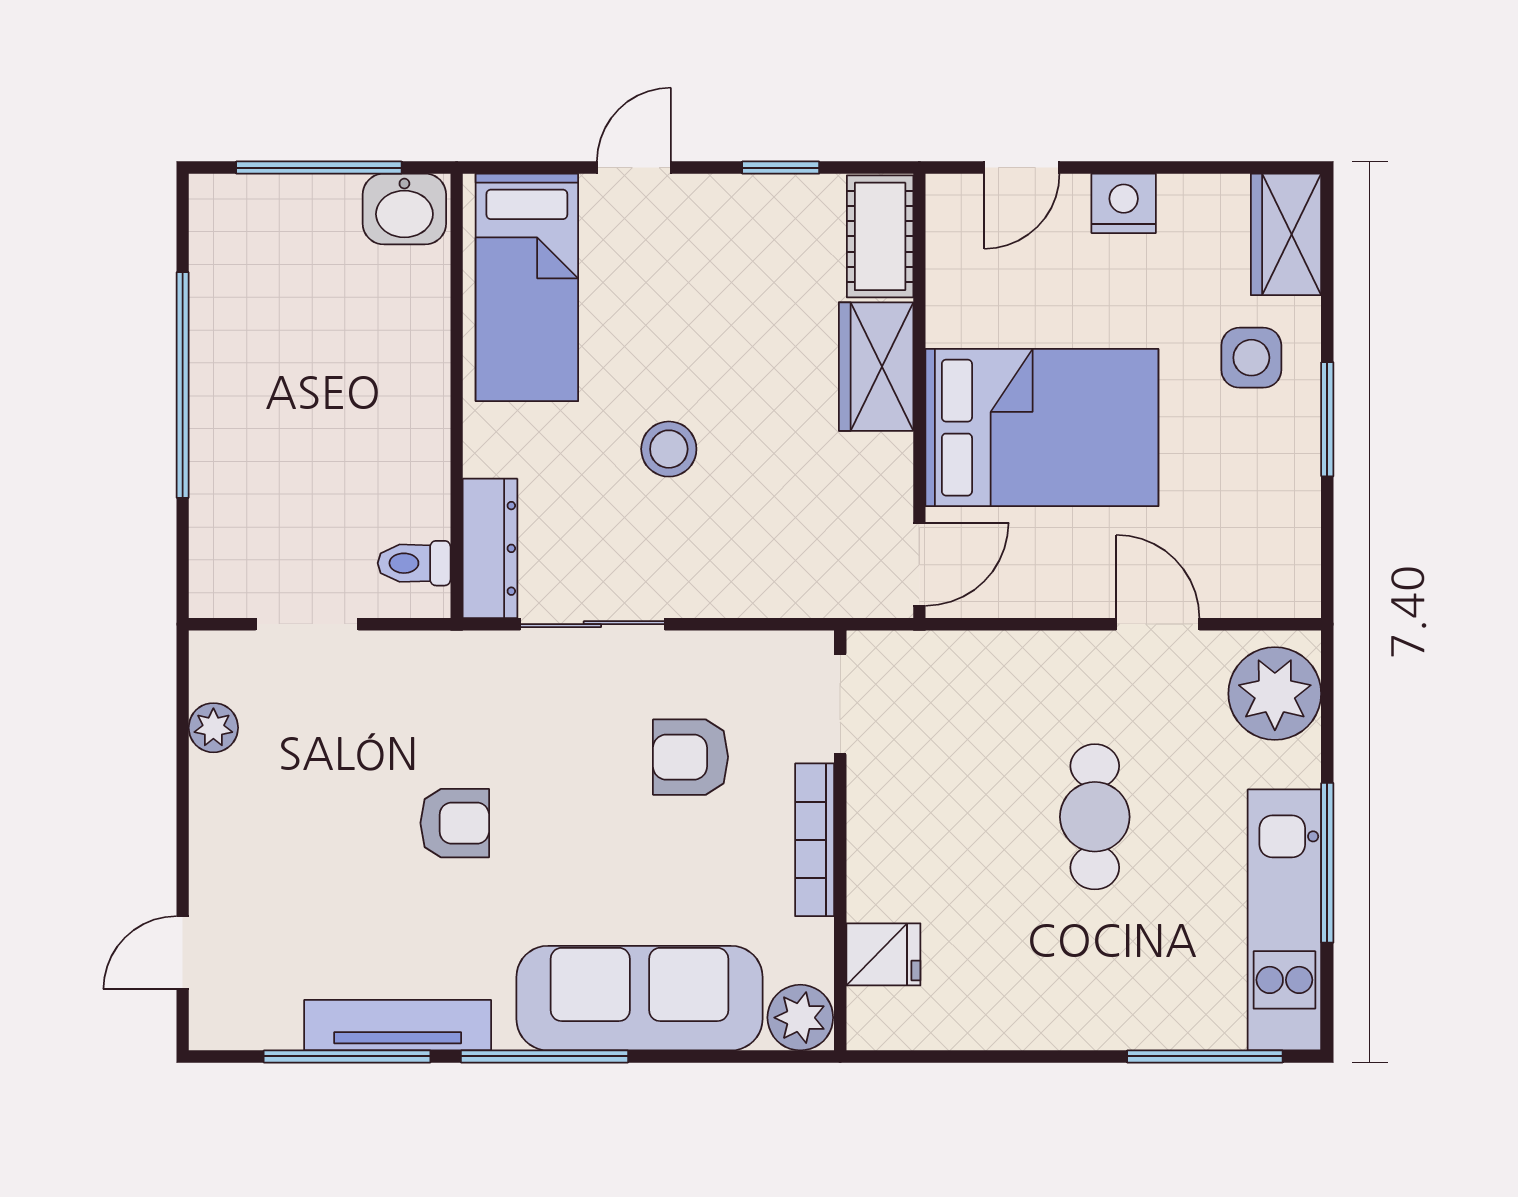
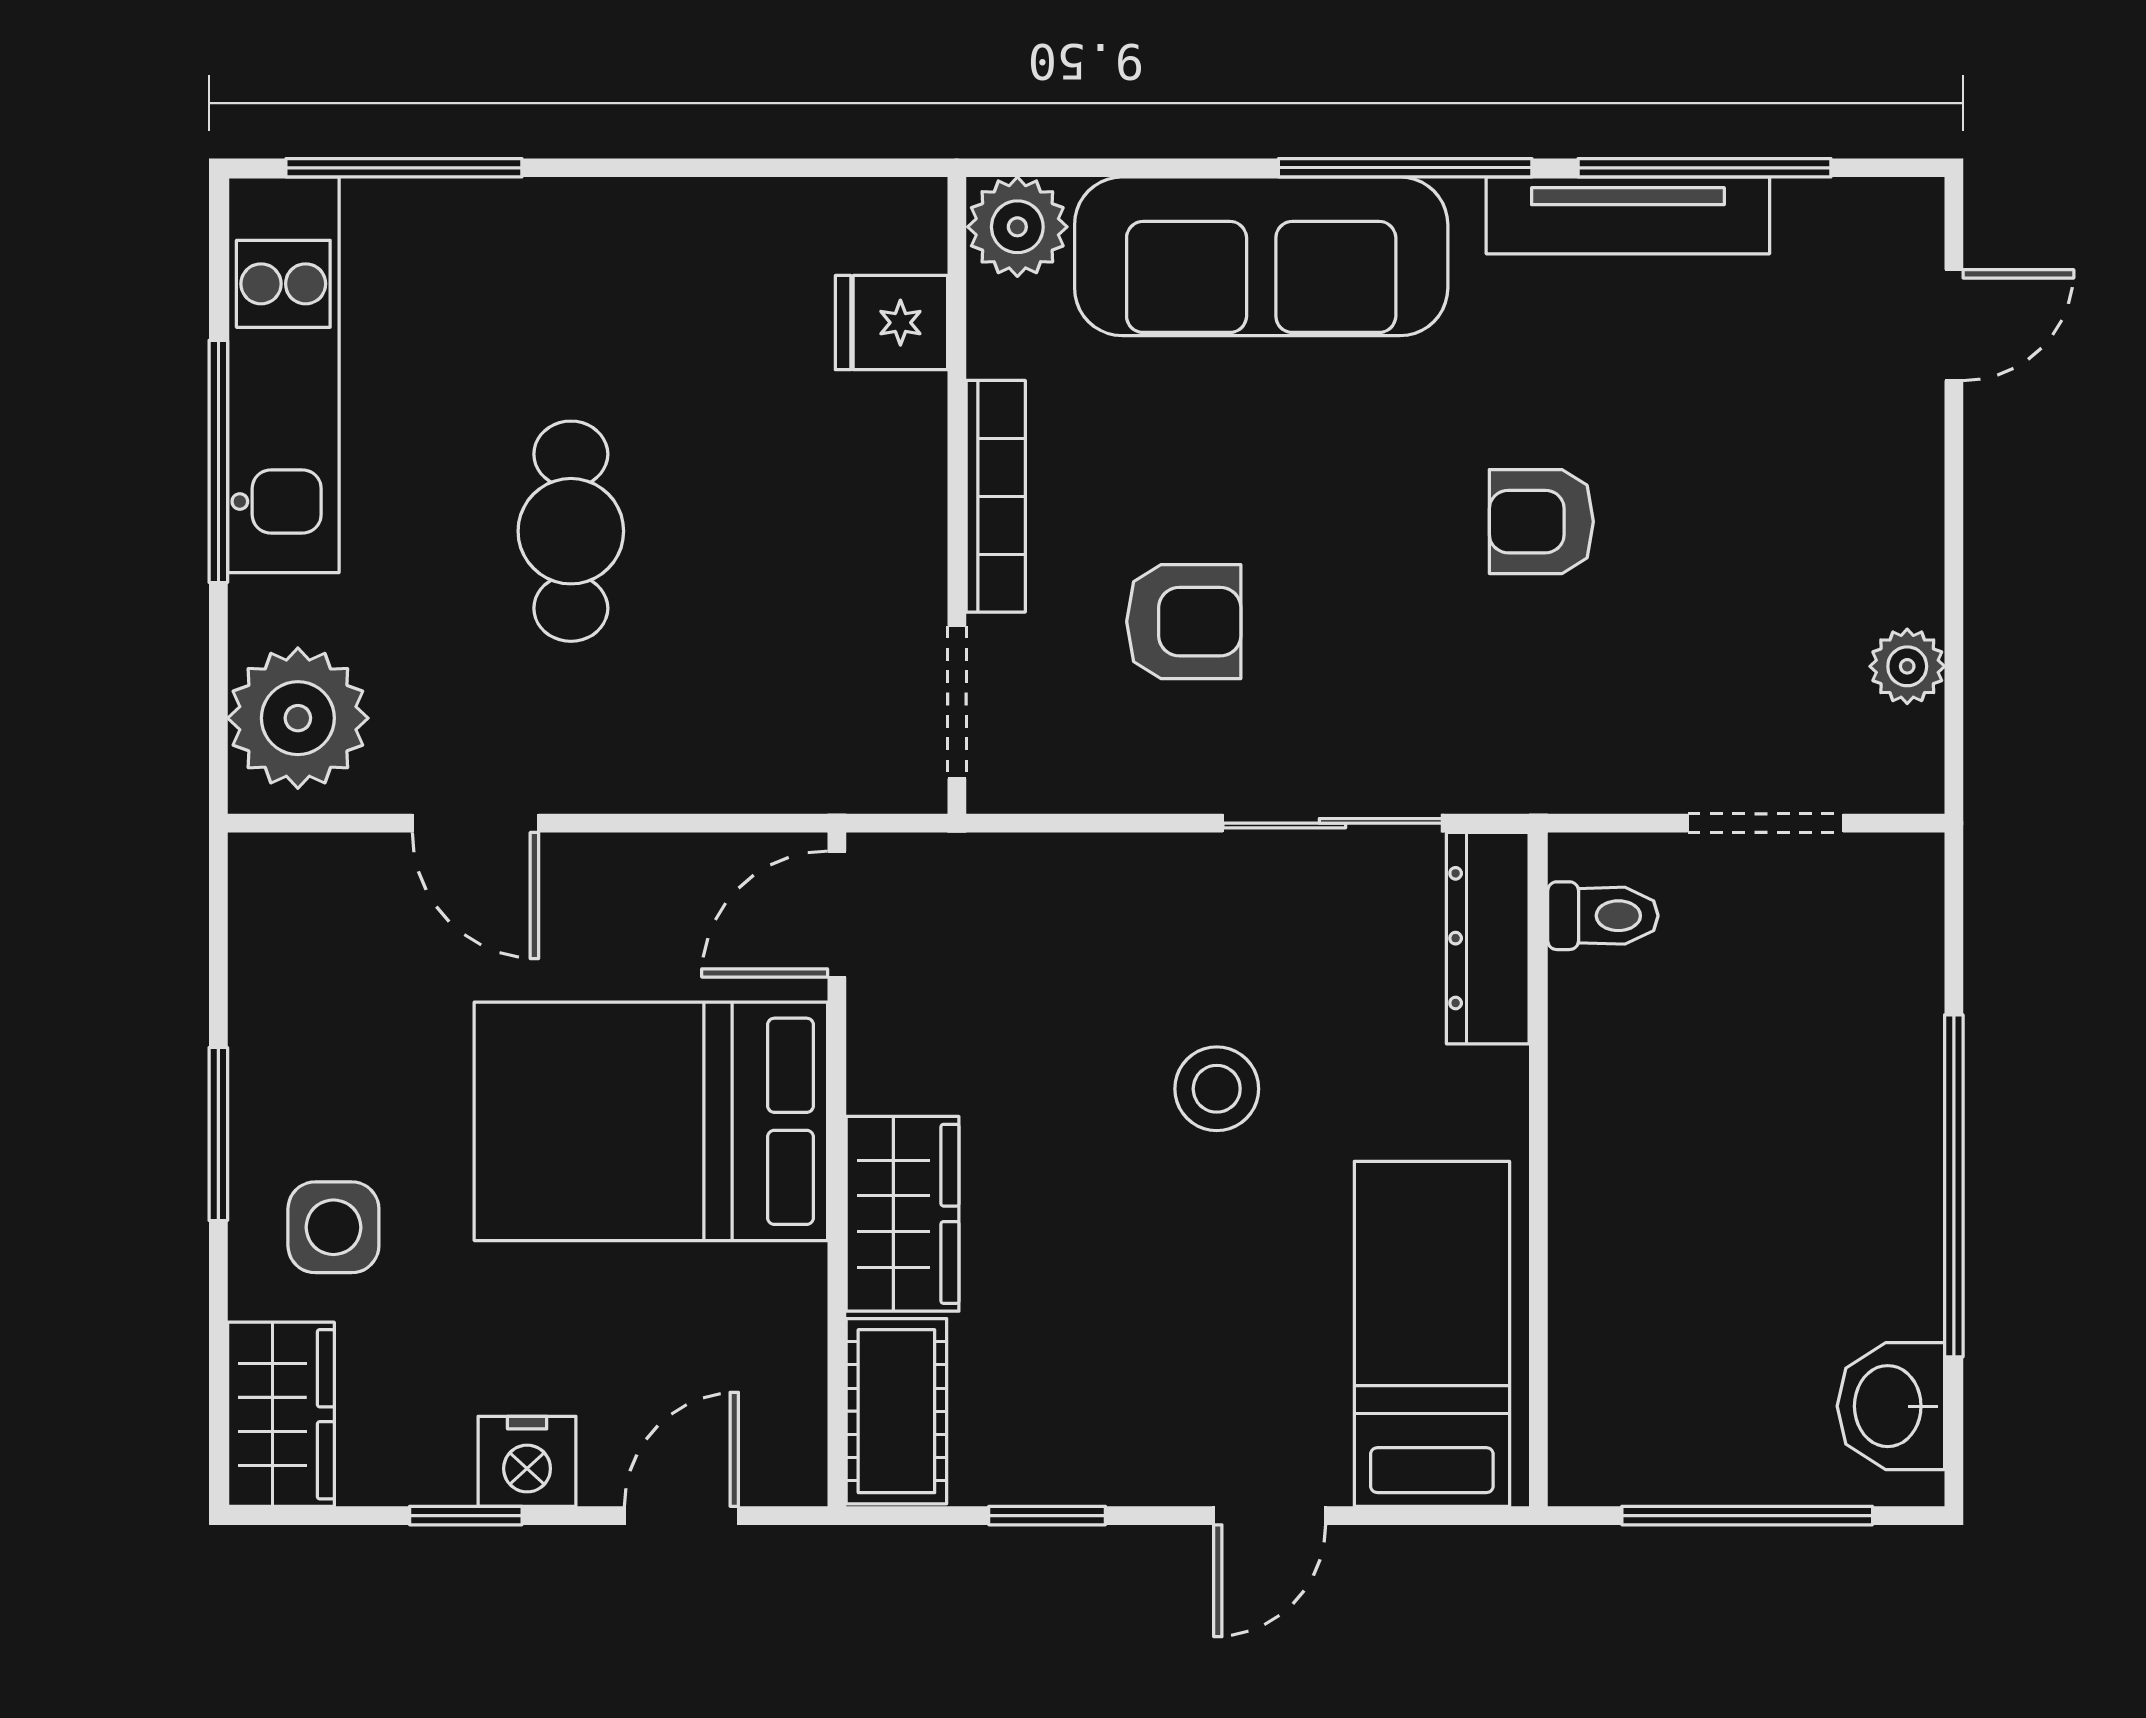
window: (1164, 168) -> (466, 1516), added
washbasin: (404, 209) -> (1891, 1406), moved, turned -90

